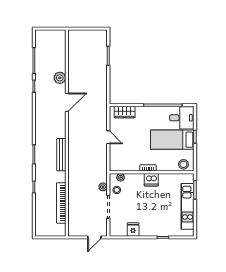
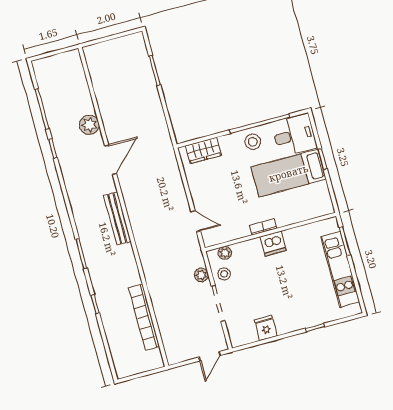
door: (108, 137) -> (196, 221), moved
bench: (61, 155) -> (117, 218), moved
stool: (183, 164) -> (253, 142), moved

